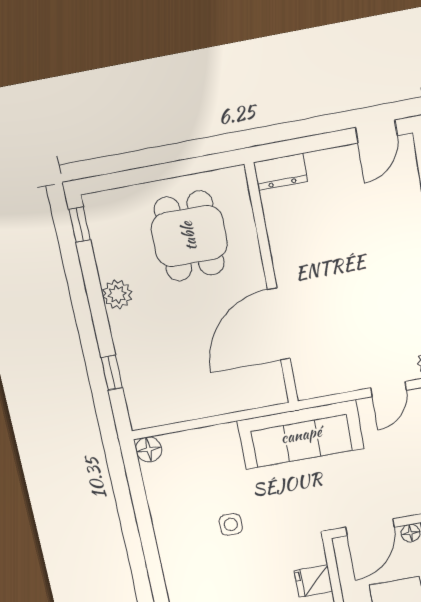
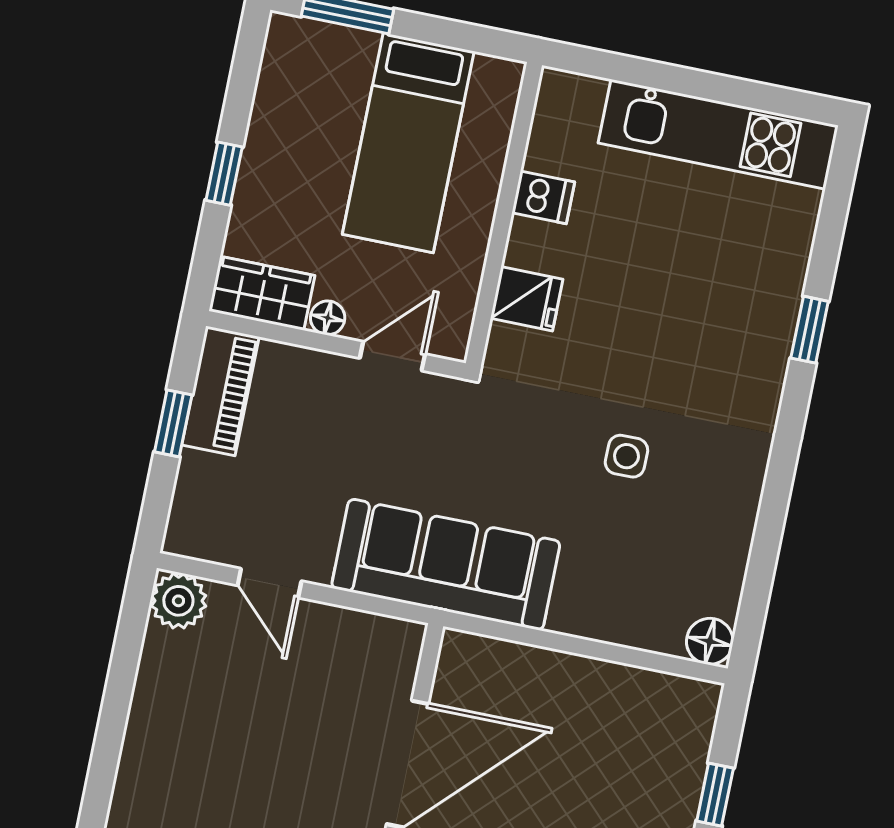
door: (388, 389) -> (270, 583), swing flipped
door: (370, 527) -> (392, 356), width x0.73

